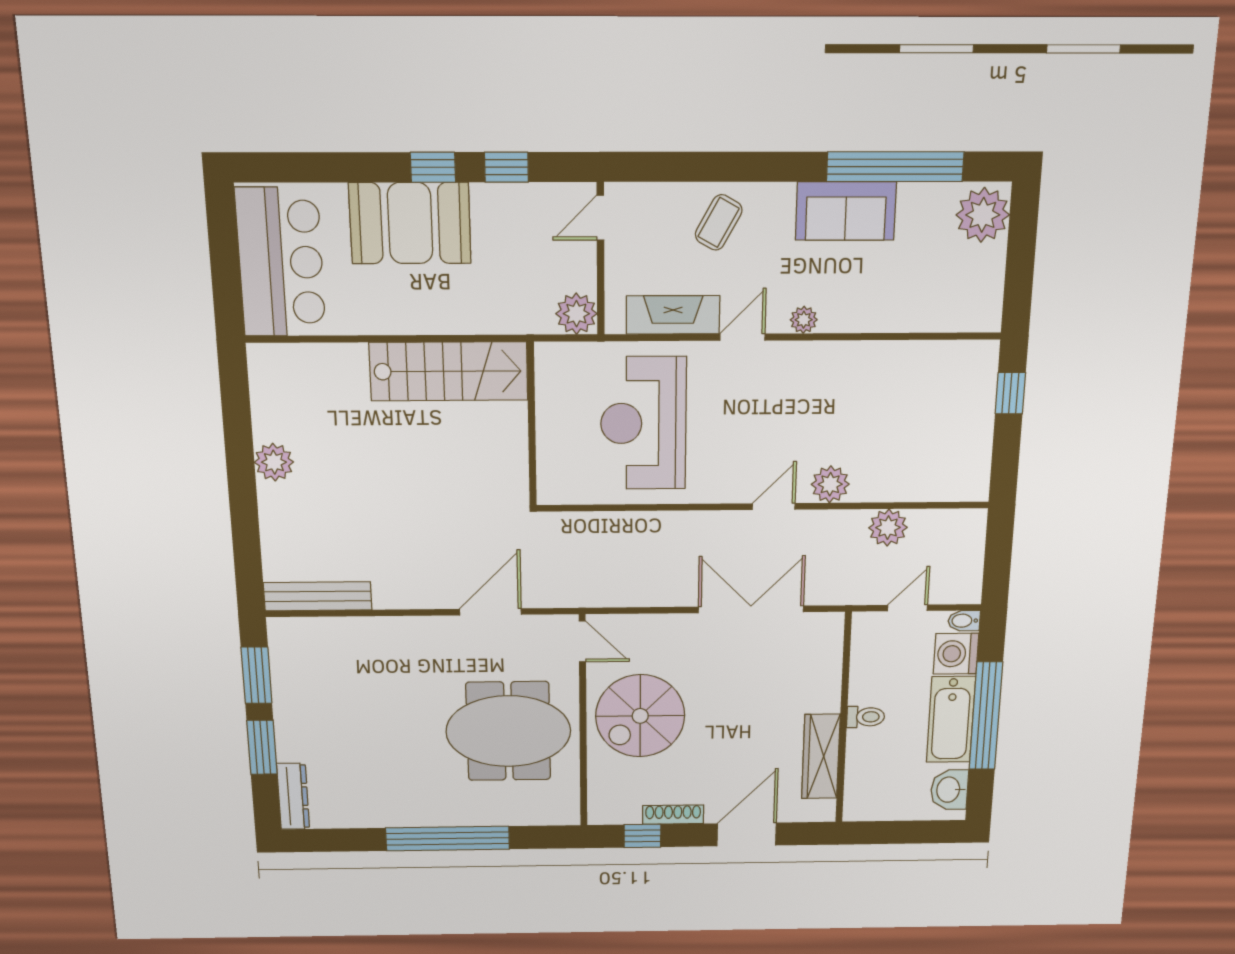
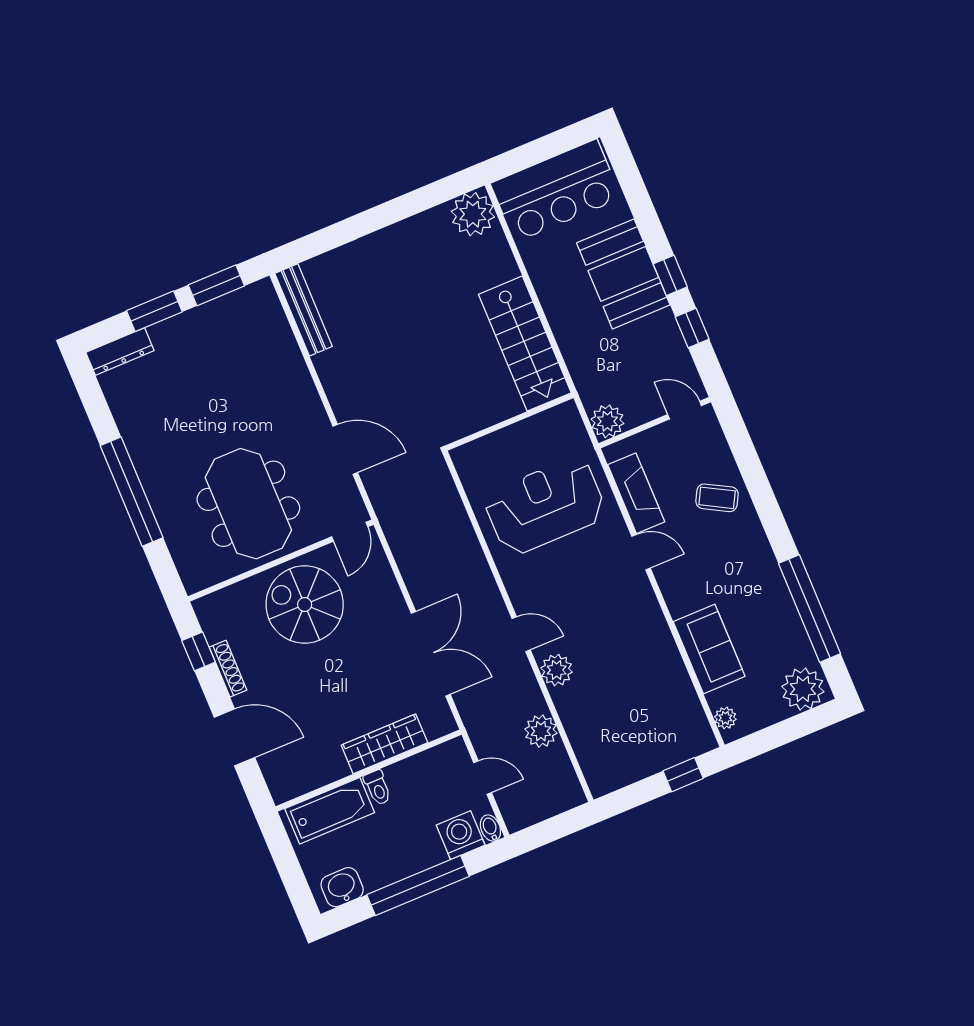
sofa: (846, 211) -> (709, 649), moved, turned 180
plant: (804, 320) -> (725, 718), moved
plant: (274, 462) -> (473, 214), moved, width x1.36, depth x1.36
bathtub: (951, 719) -> (330, 811), moved, turned 180
wardrobe: (821, 757) -> (384, 744), moved

